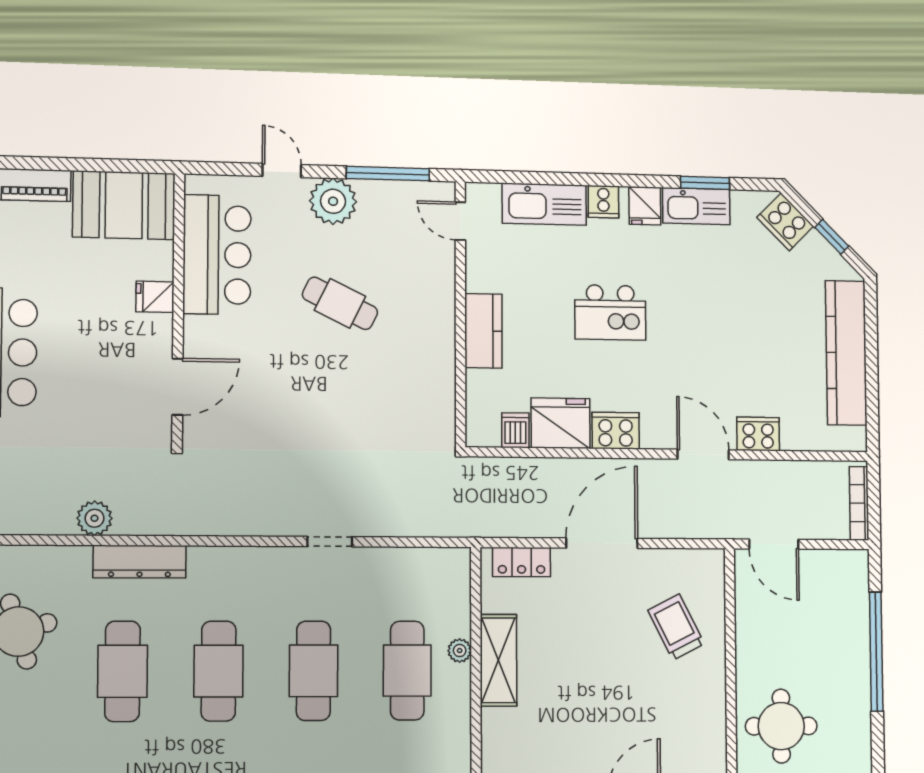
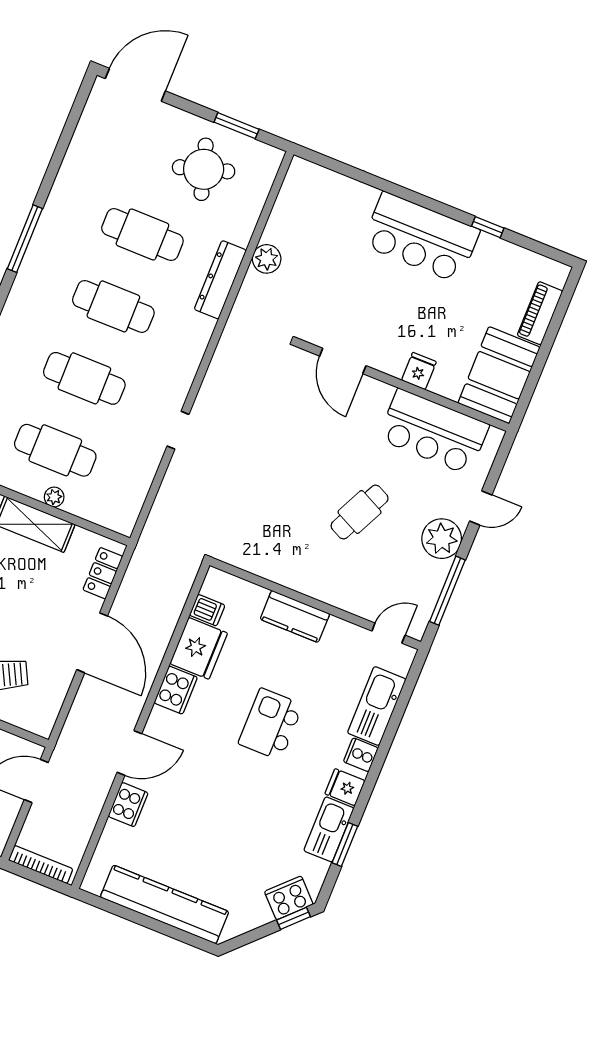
window: (832, 237) -> (294, 918), moved

